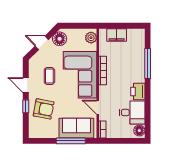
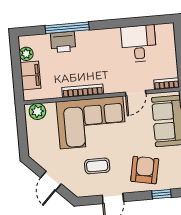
plant: (132, 33) -> (26, 54), added
floor lamp: (60, 39) -> (43, 156), removed
printer: (138, 92) -> (63, 42), moved
window: (26, 106) -> (161, 194), moved
floor lamp: (139, 131) -> (164, 31), removed

